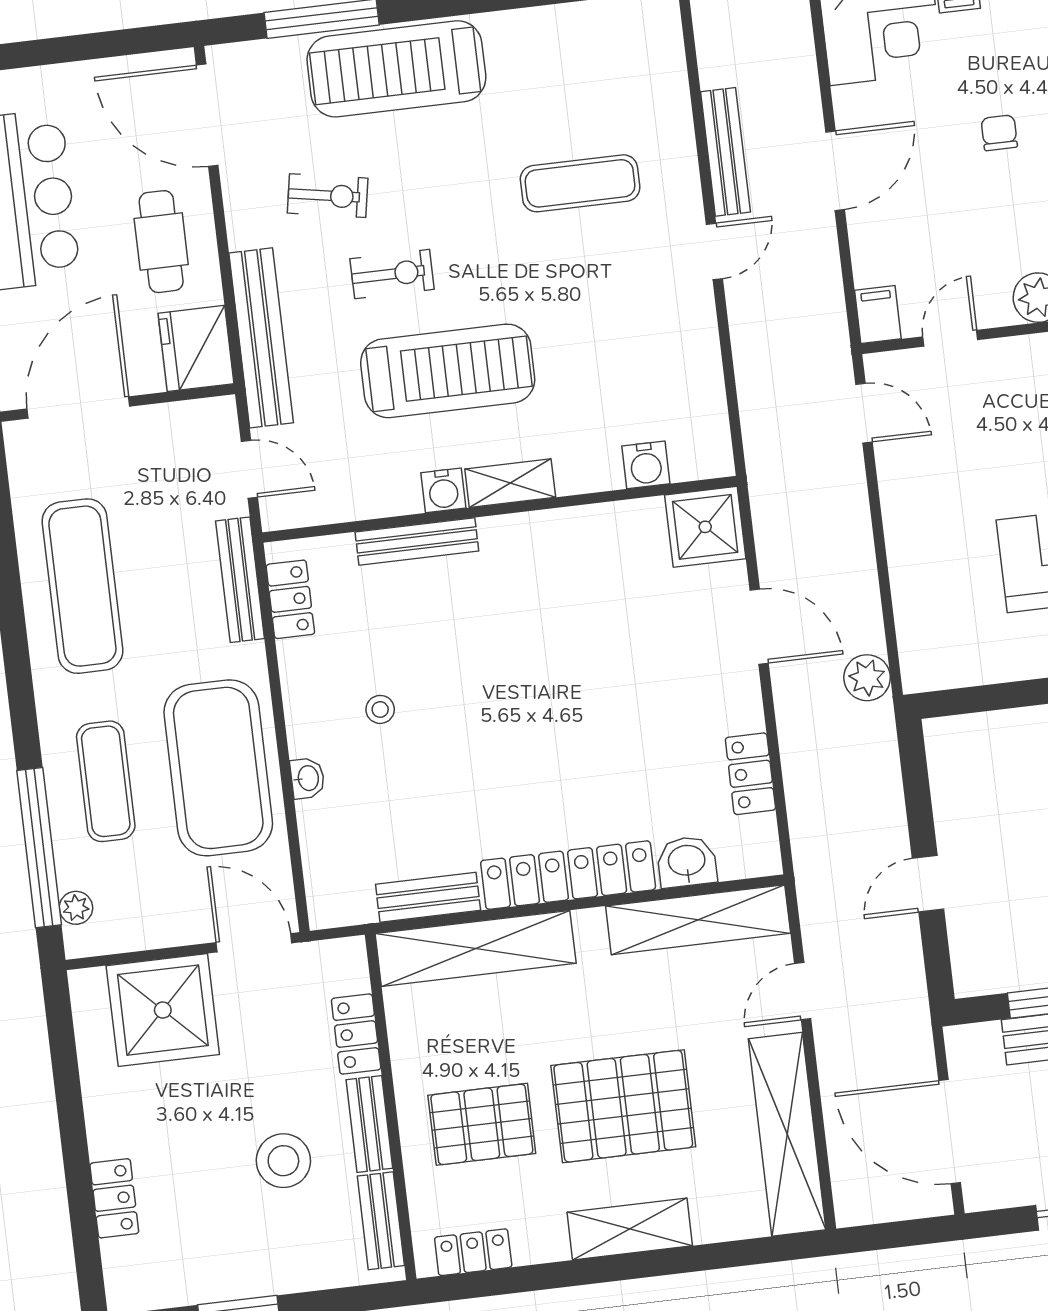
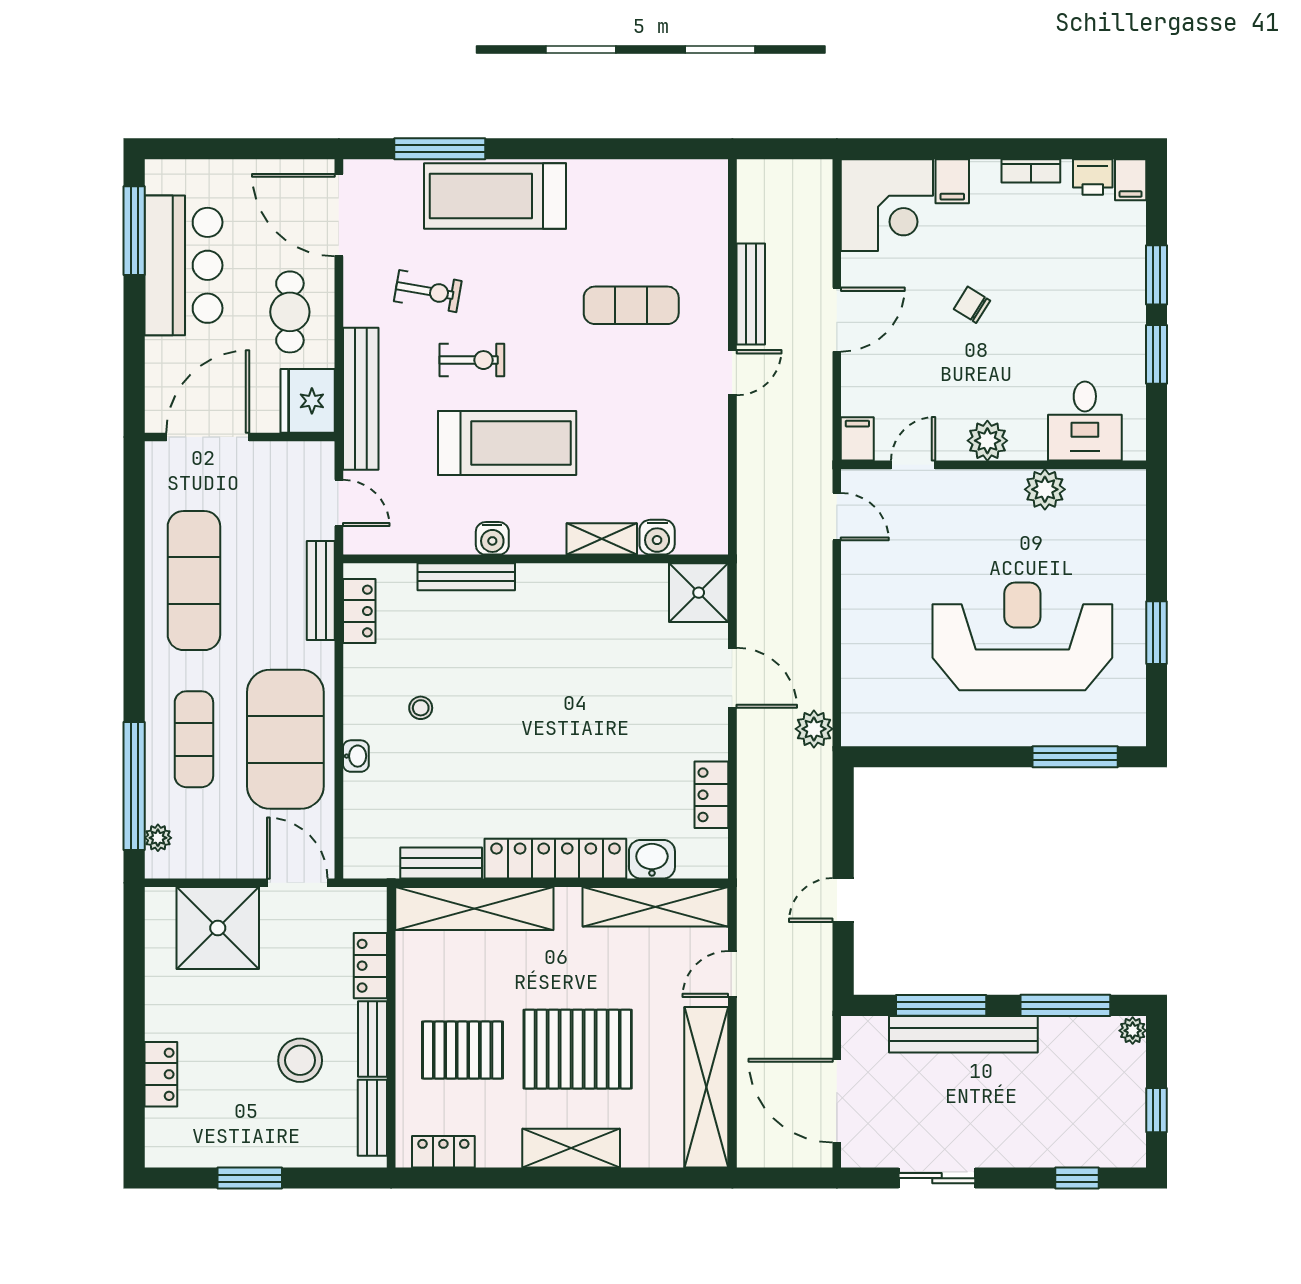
chair: (999, 133) -> (972, 305), turned -58
shelving: (510, 483) -> (602, 539), moved

